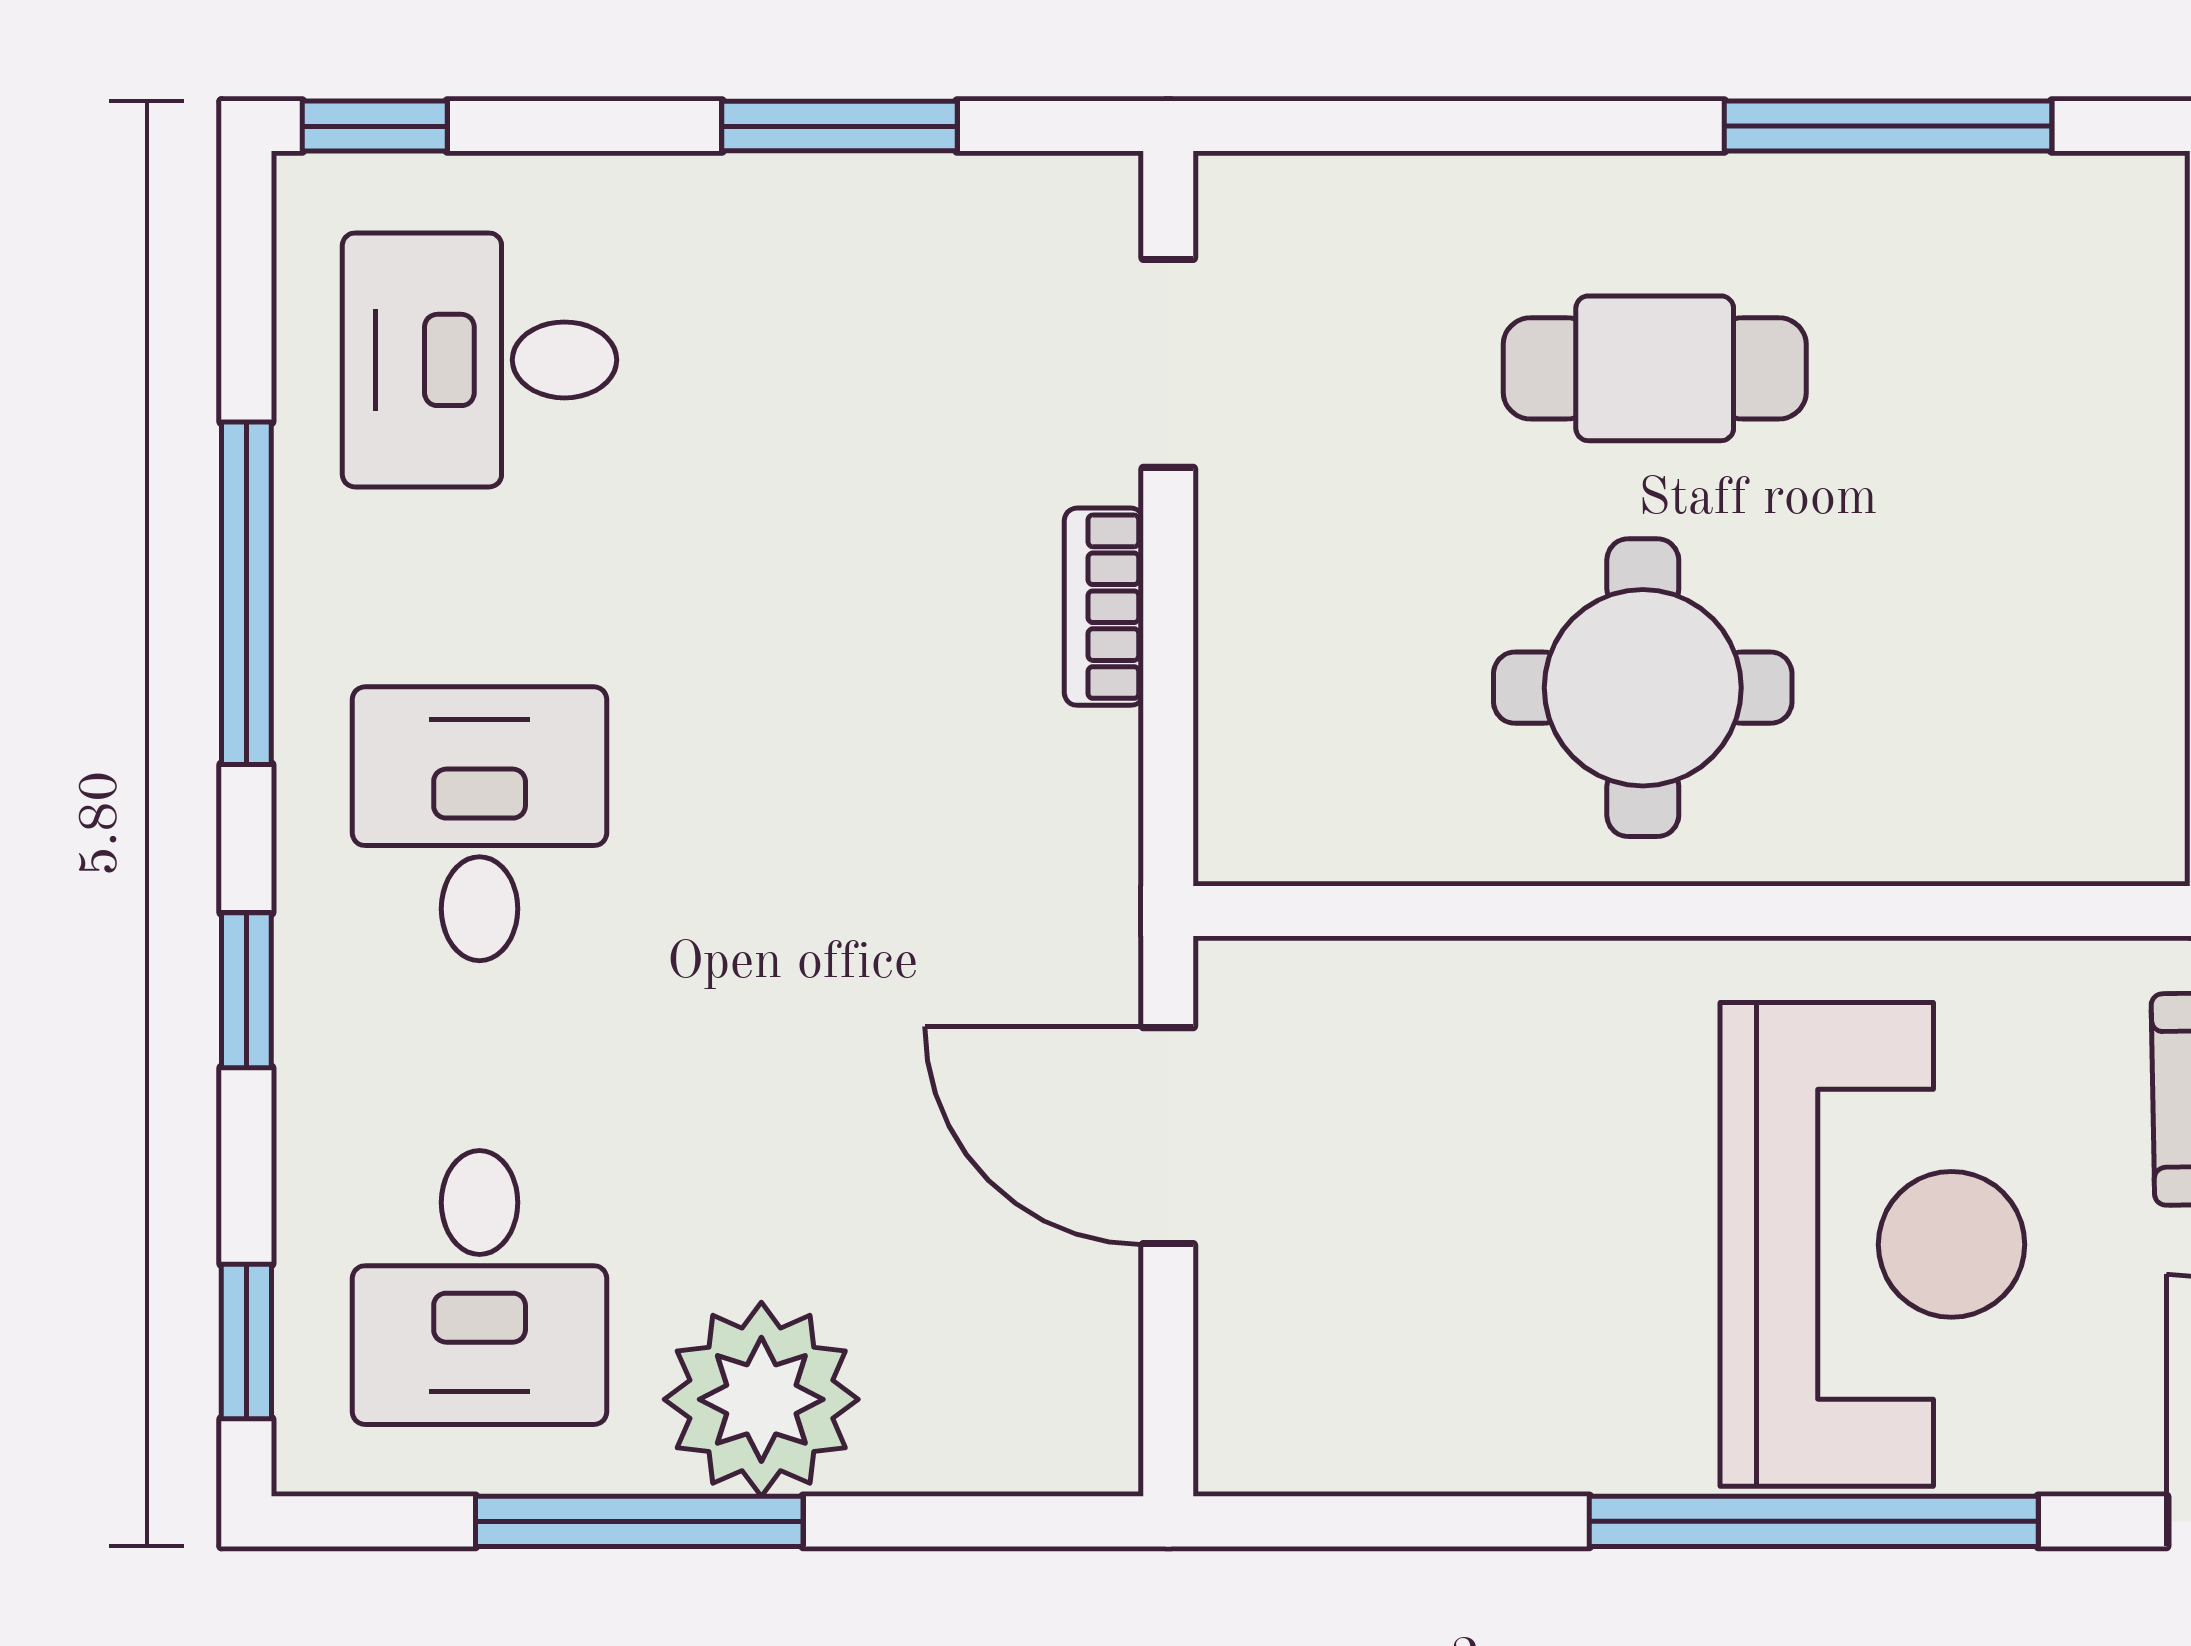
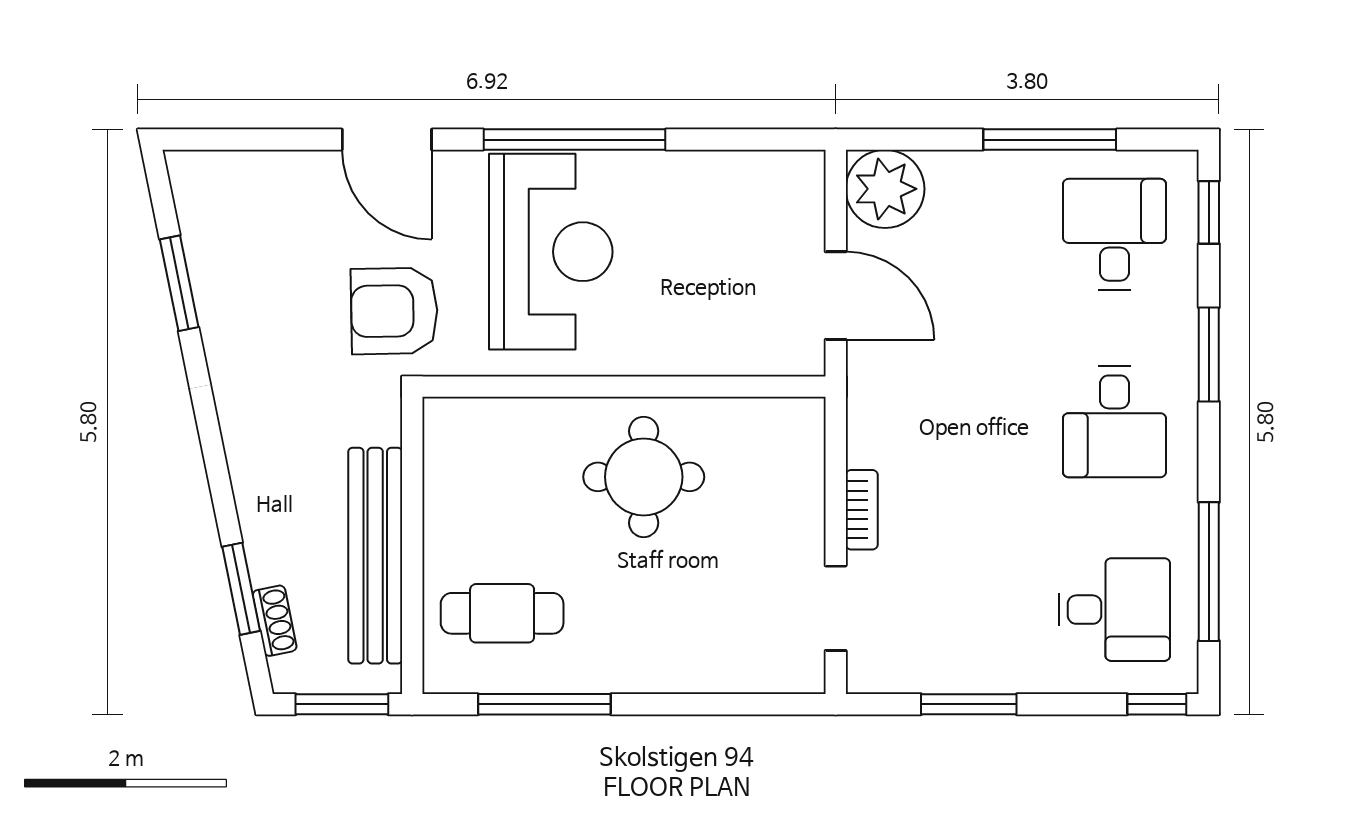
cafe table: (1655, 368) -> (502, 613), moved
window: (246, 593) -> (1209, 572), moved
window: (246, 990) -> (1209, 354), width x1.50
reception desk: (1872, 1244) -> (551, 252), turned 180
plant: (761, 1399) -> (885, 189), moved

